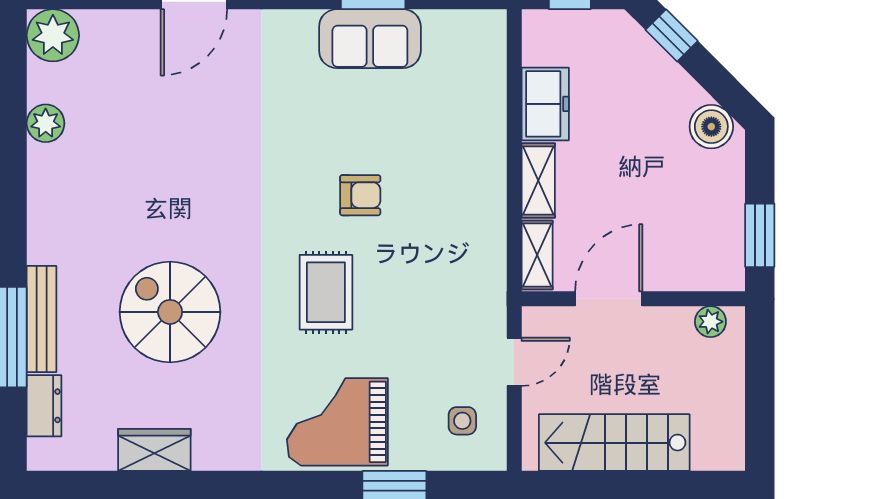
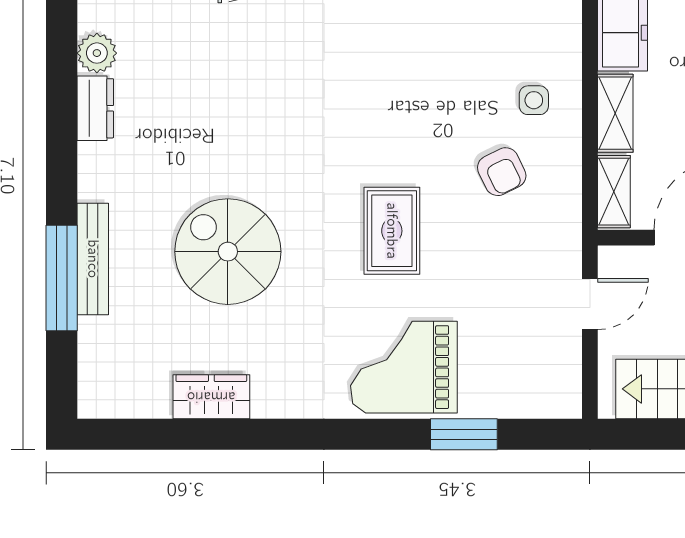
armchair: (360, 195) -> (502, 172), moved, turned 64
dresser: (44, 406) -> (95, 108), moved
side table: (462, 421) -> (534, 100), moved

